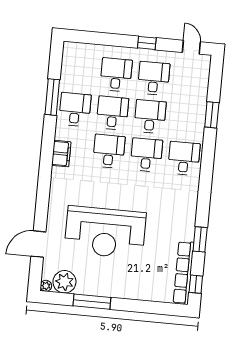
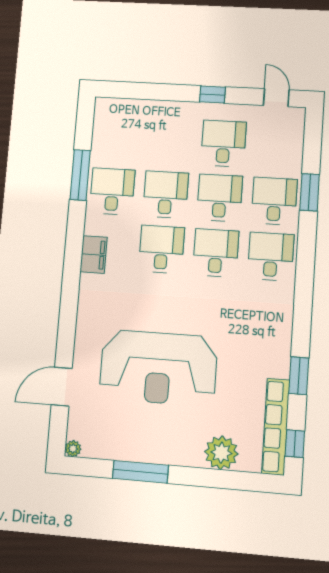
desk: (116, 75) -> (274, 201), moved
plant: (64, 282) -> (221, 453), moved

